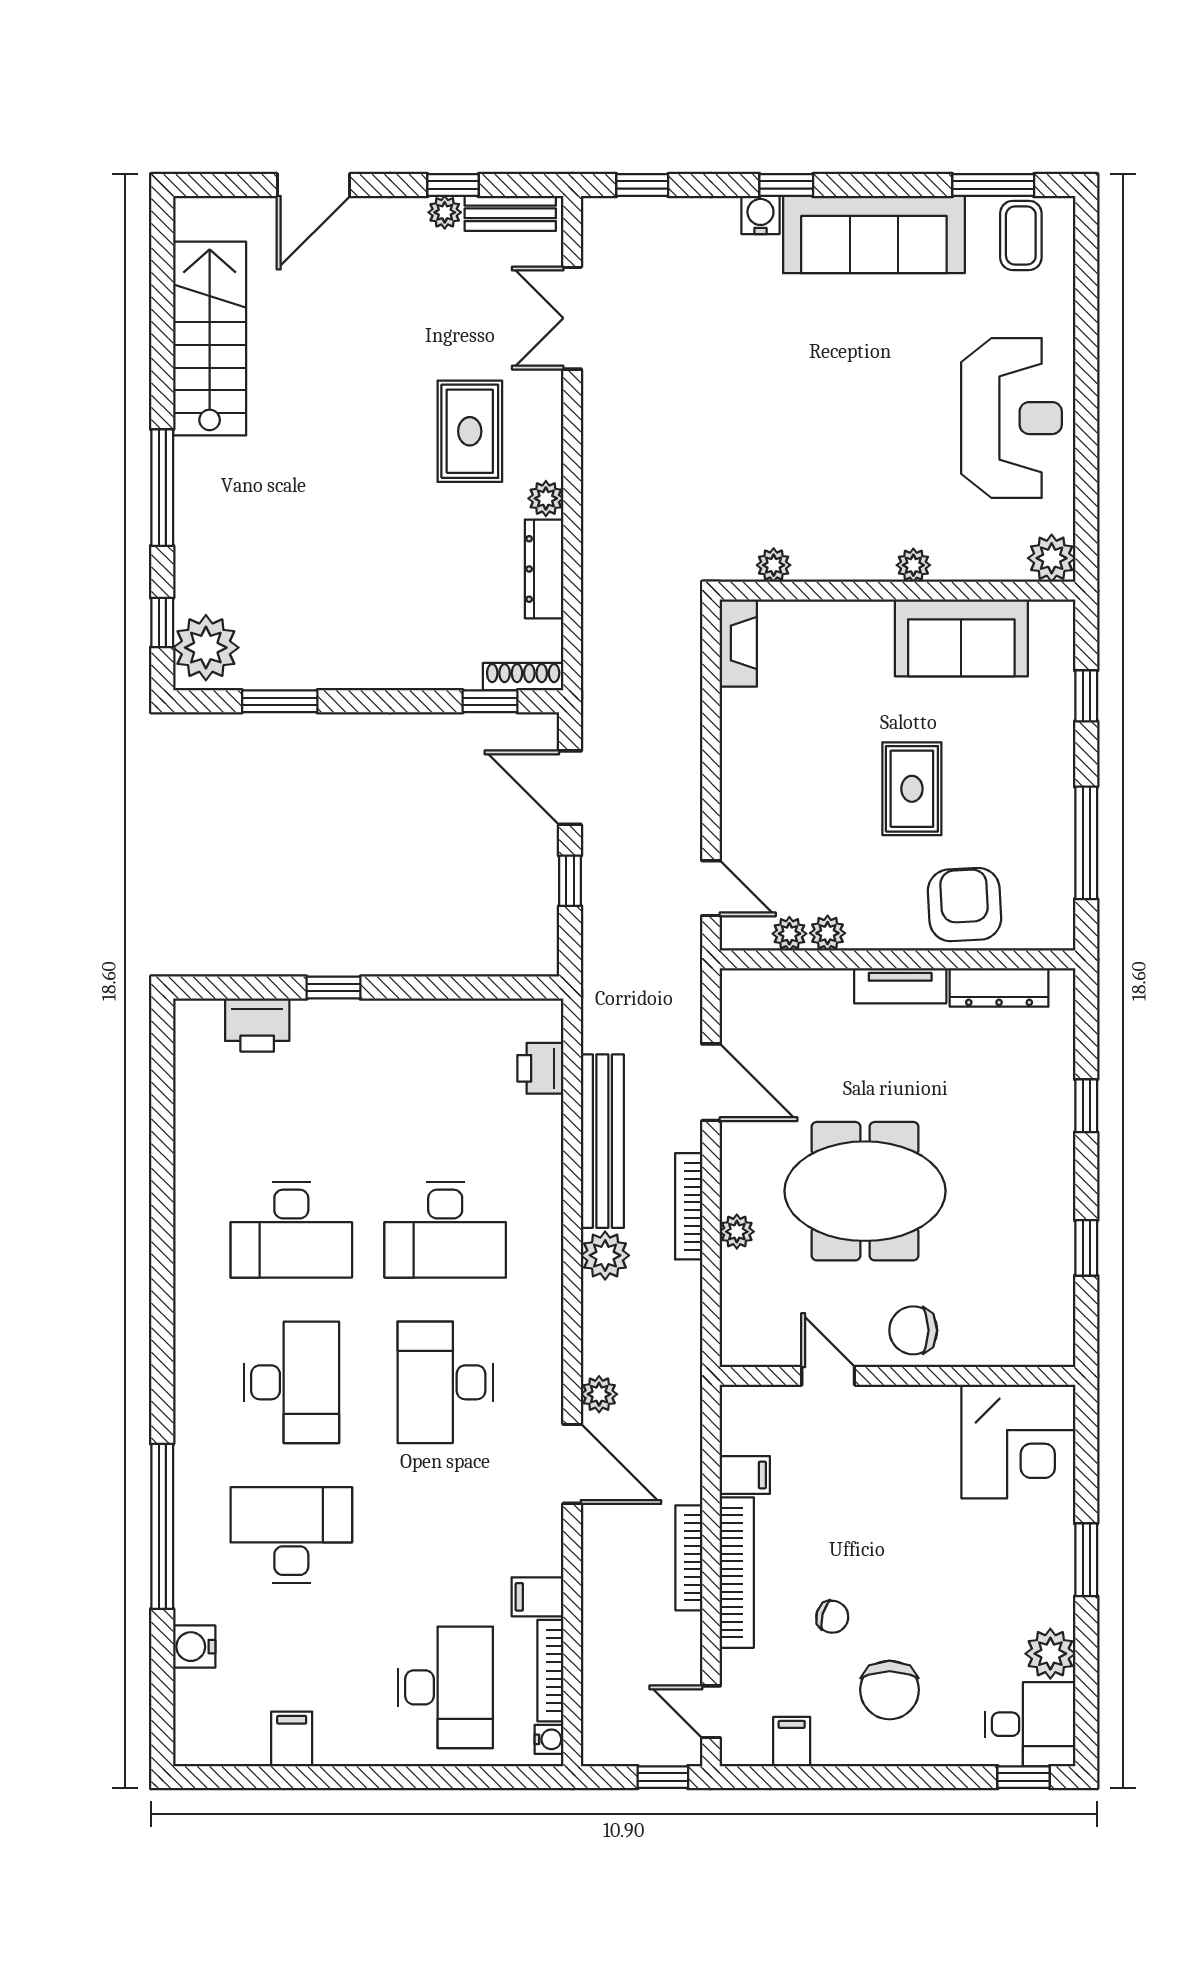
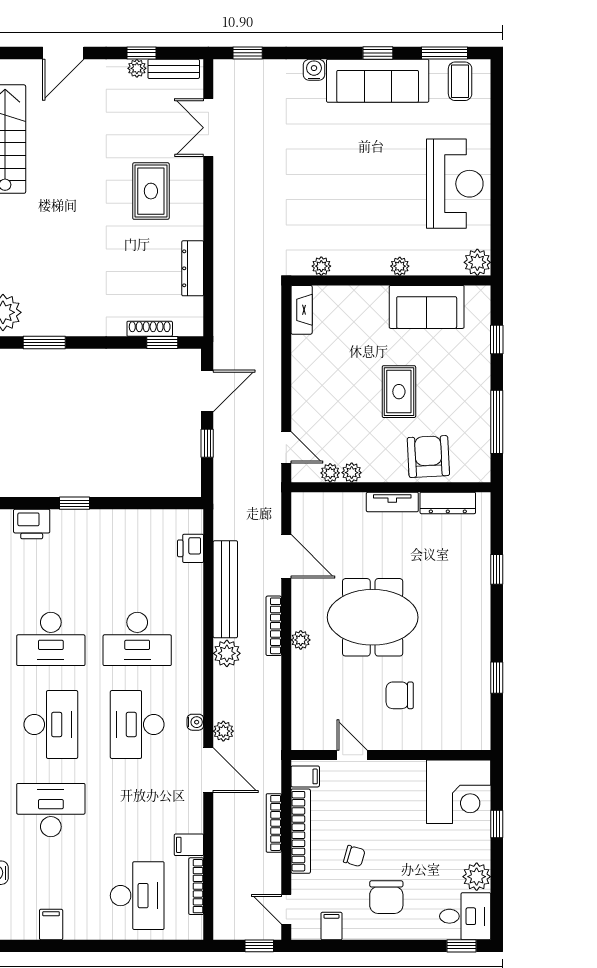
window: (786, 185) -> (378, 53), moved
plant: (546, 498) -> (194, 229), removed
shoe rack: (523, 677) -> (150, 329), moved
door: (570, 788) -> (207, 391), swing flipped
window: (1086, 1248) -> (497, 678), moved
door: (828, 1376) -> (352, 755), moved
wall: (898, 1376) -> (391, 755), moved
corner desk: (1018, 1441) -> (459, 792), moved
window: (1086, 1560) -> (497, 824), width x0.67
water cooler: (549, 1739) -> (195, 722), moved

